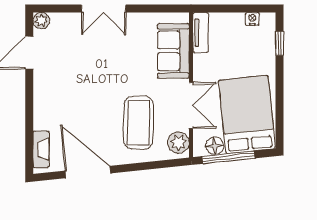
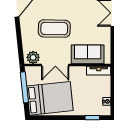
coffee table: (139, 123) -> (54, 29), moved
floor lamp: (215, 146) -> (31, 79), removed

